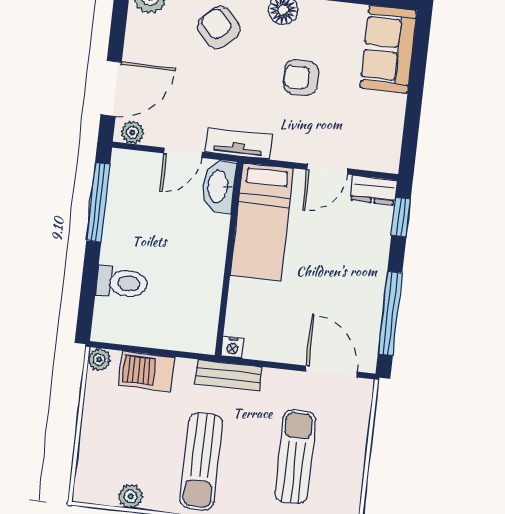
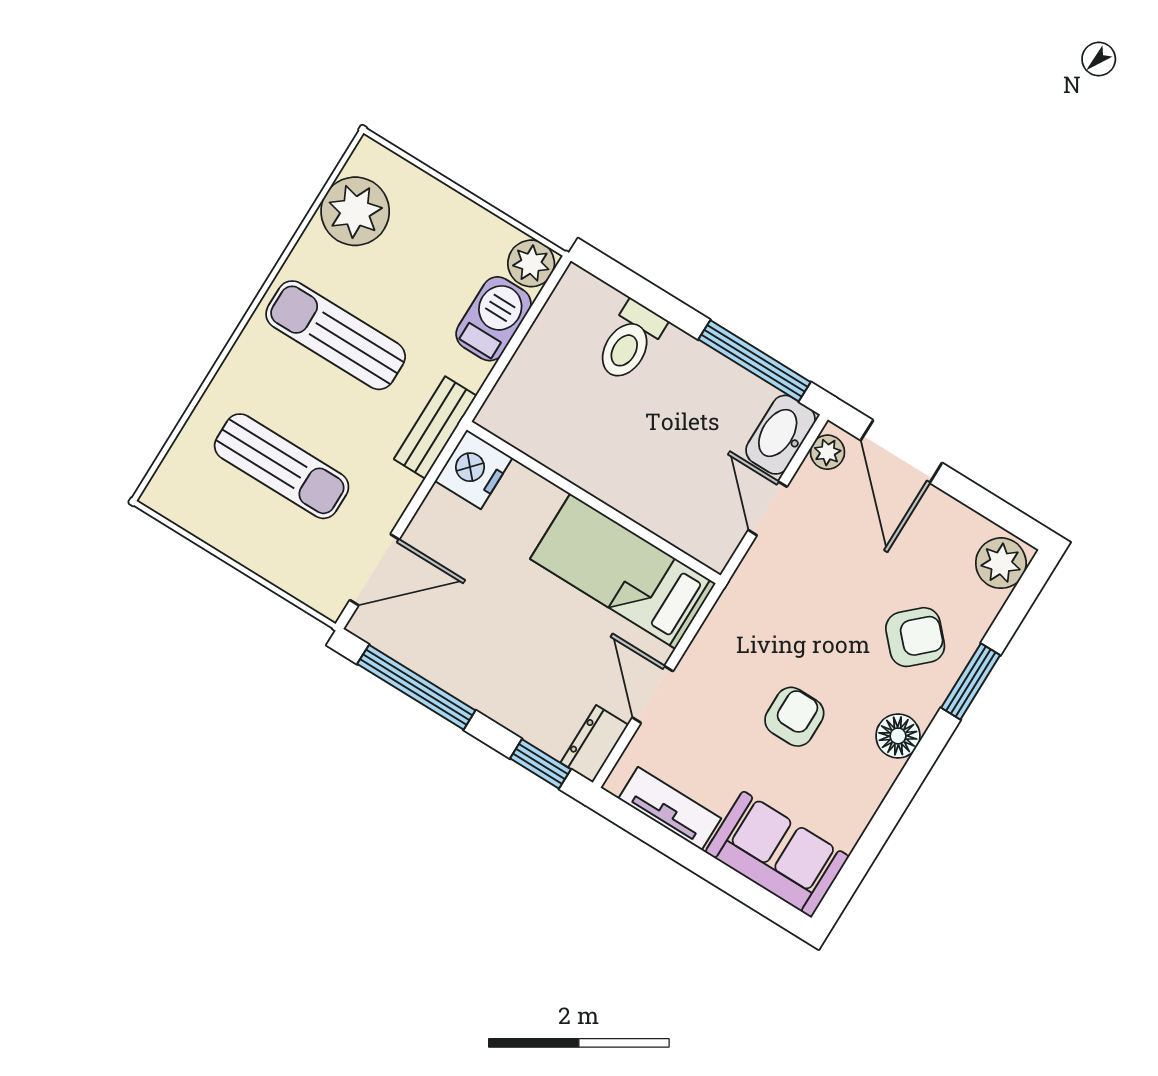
tv unit: (239, 143) -> (670, 808), moved, turned -90
washbasin: (219, 186) -> (780, 435), moved, turned -90
nightstand: (233, 347) -> (474, 469), width x1.89, depth x1.79
plant: (99, 359) -> (531, 263), width x1.38, depth x1.38
plant: (131, 496) -> (355, 211), width x1.88, depth x1.88

